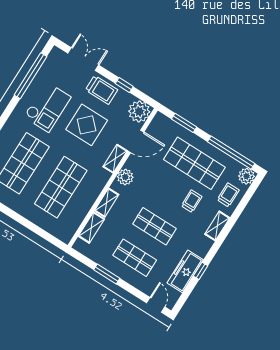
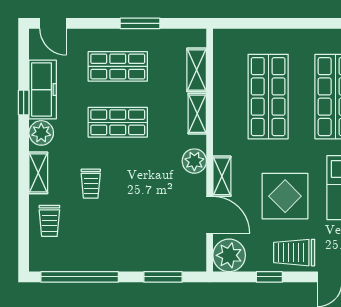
door: (136, 141) -> (210, 215), swing flipped
shop shelf: (194, 163) -> (118, 234), removed
plant: (247, 176) -> (41, 133), moved

